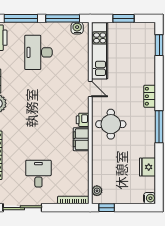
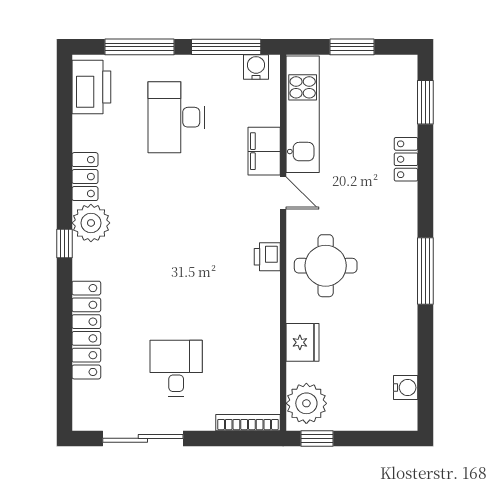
locker: (150, 96) -> (406, 159), moved
filing cabinet: (81, 139) -> (264, 151), moved
fridge: (147, 167) -> (303, 342), moved, turned 180
plant: (97, 191) -> (306, 403), width x1.88, depth x1.88
water cooler: (149, 198) -> (406, 388), moved

